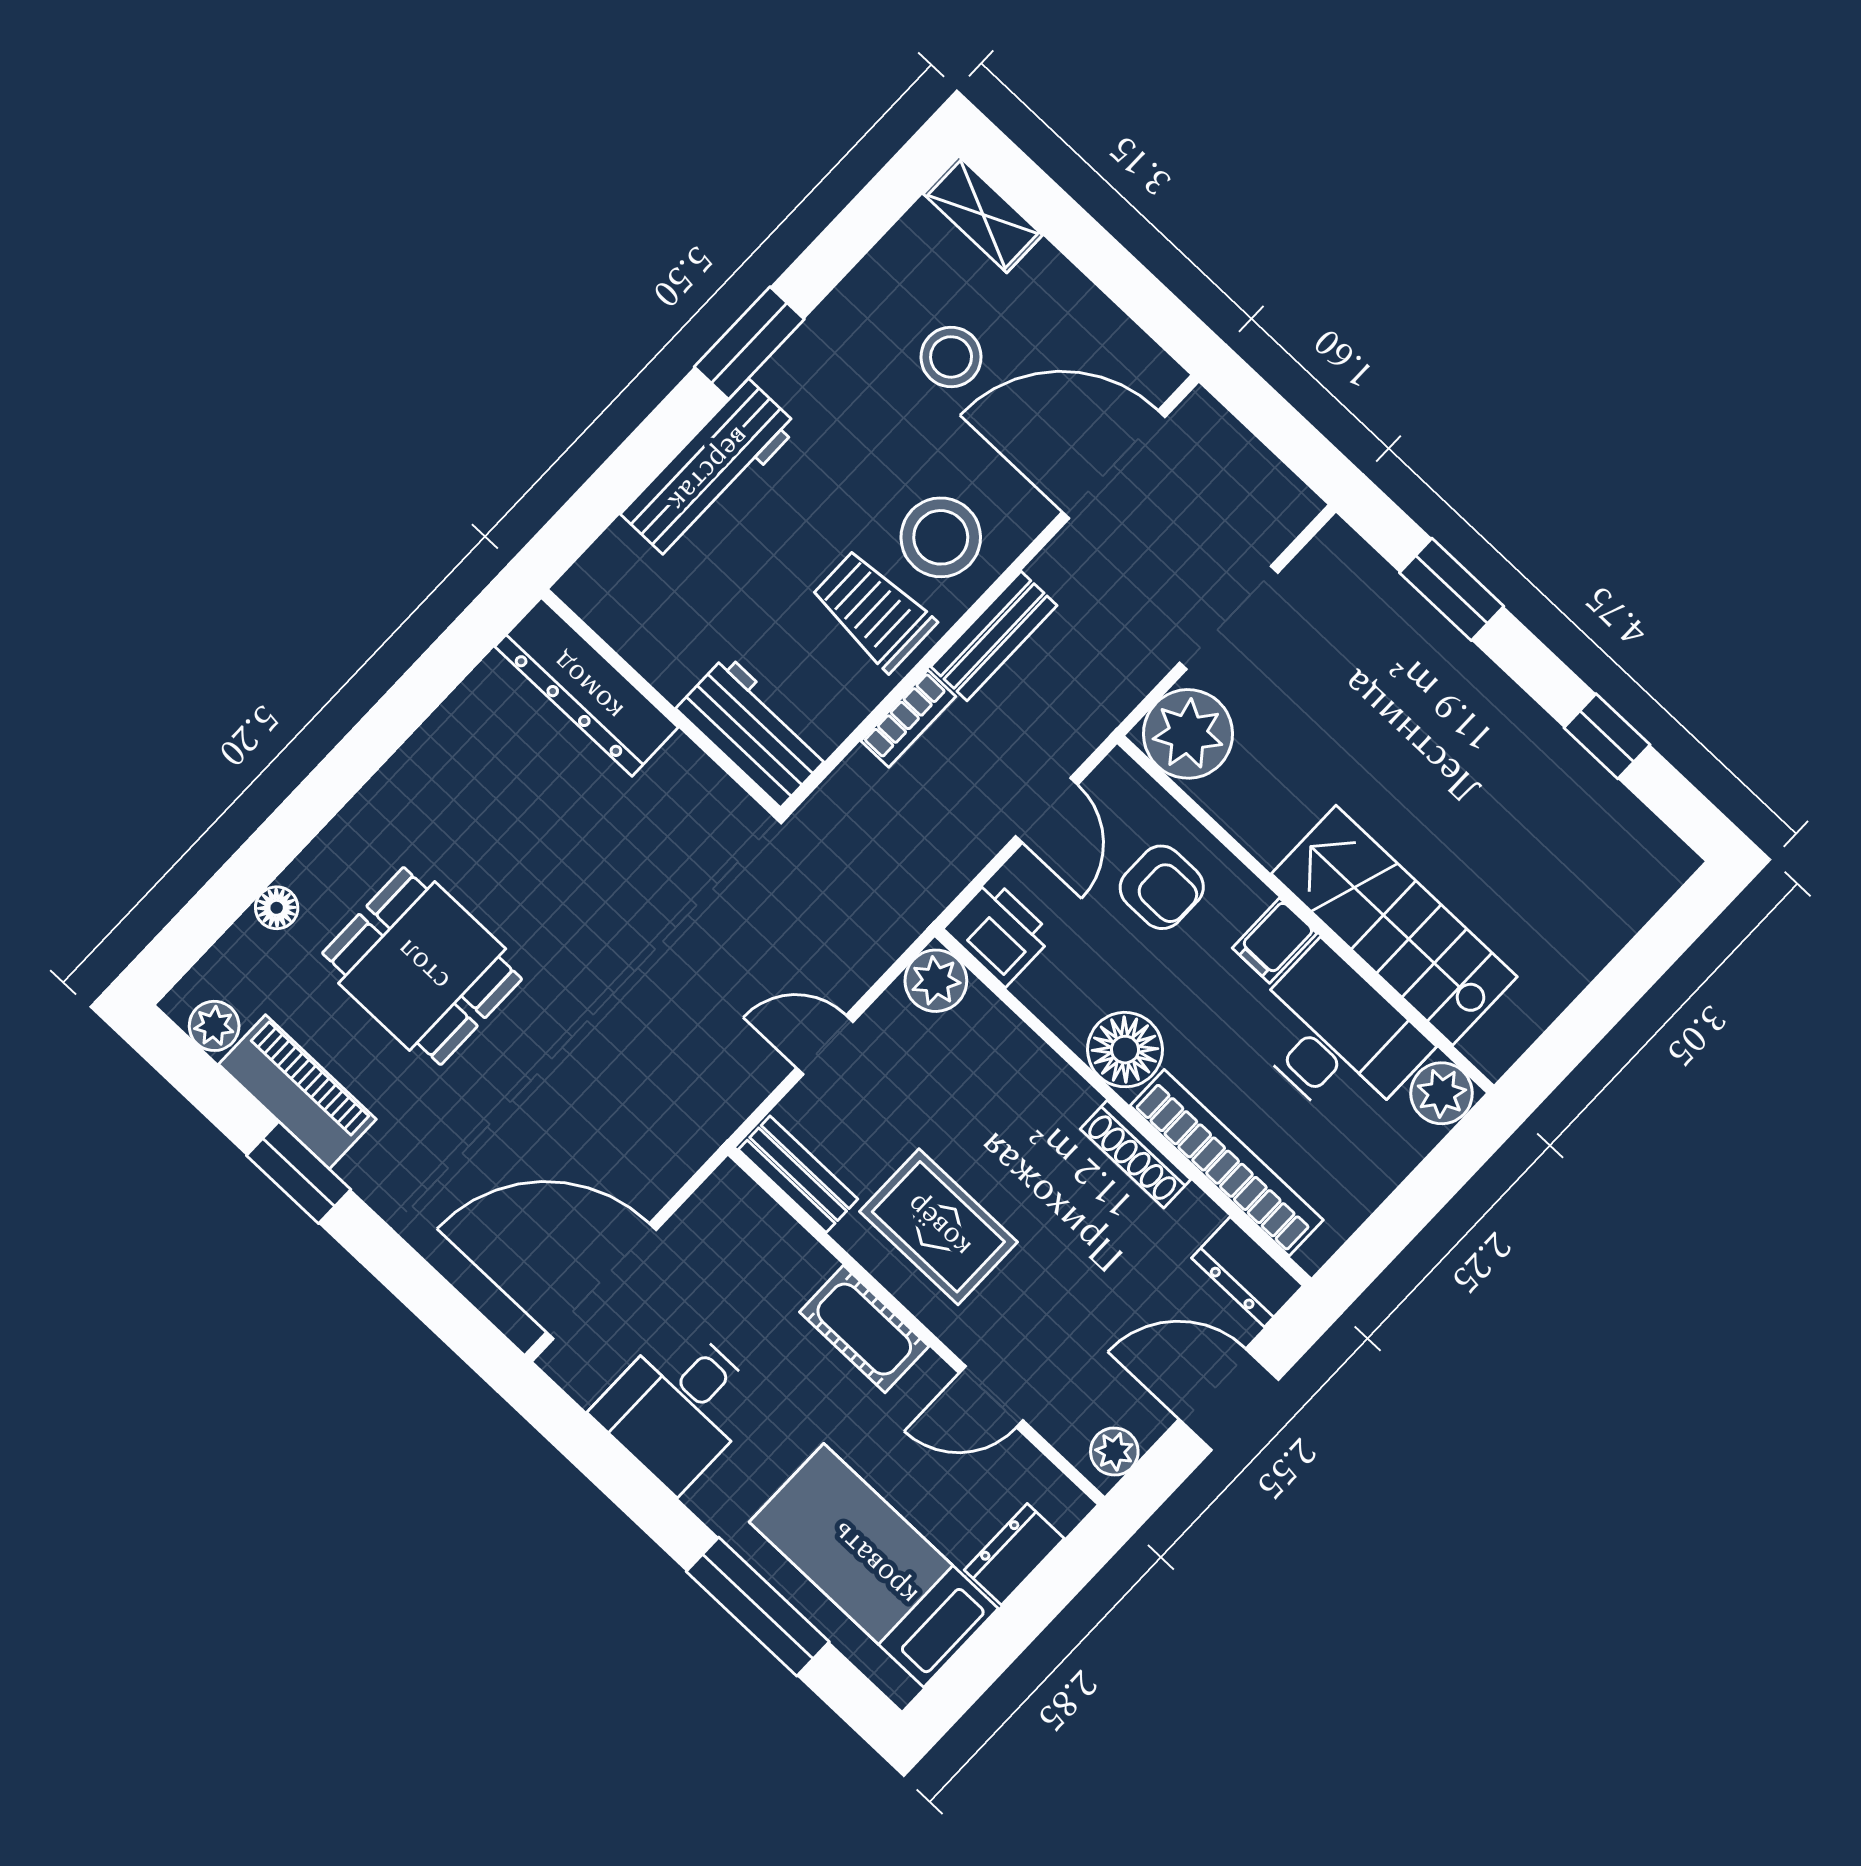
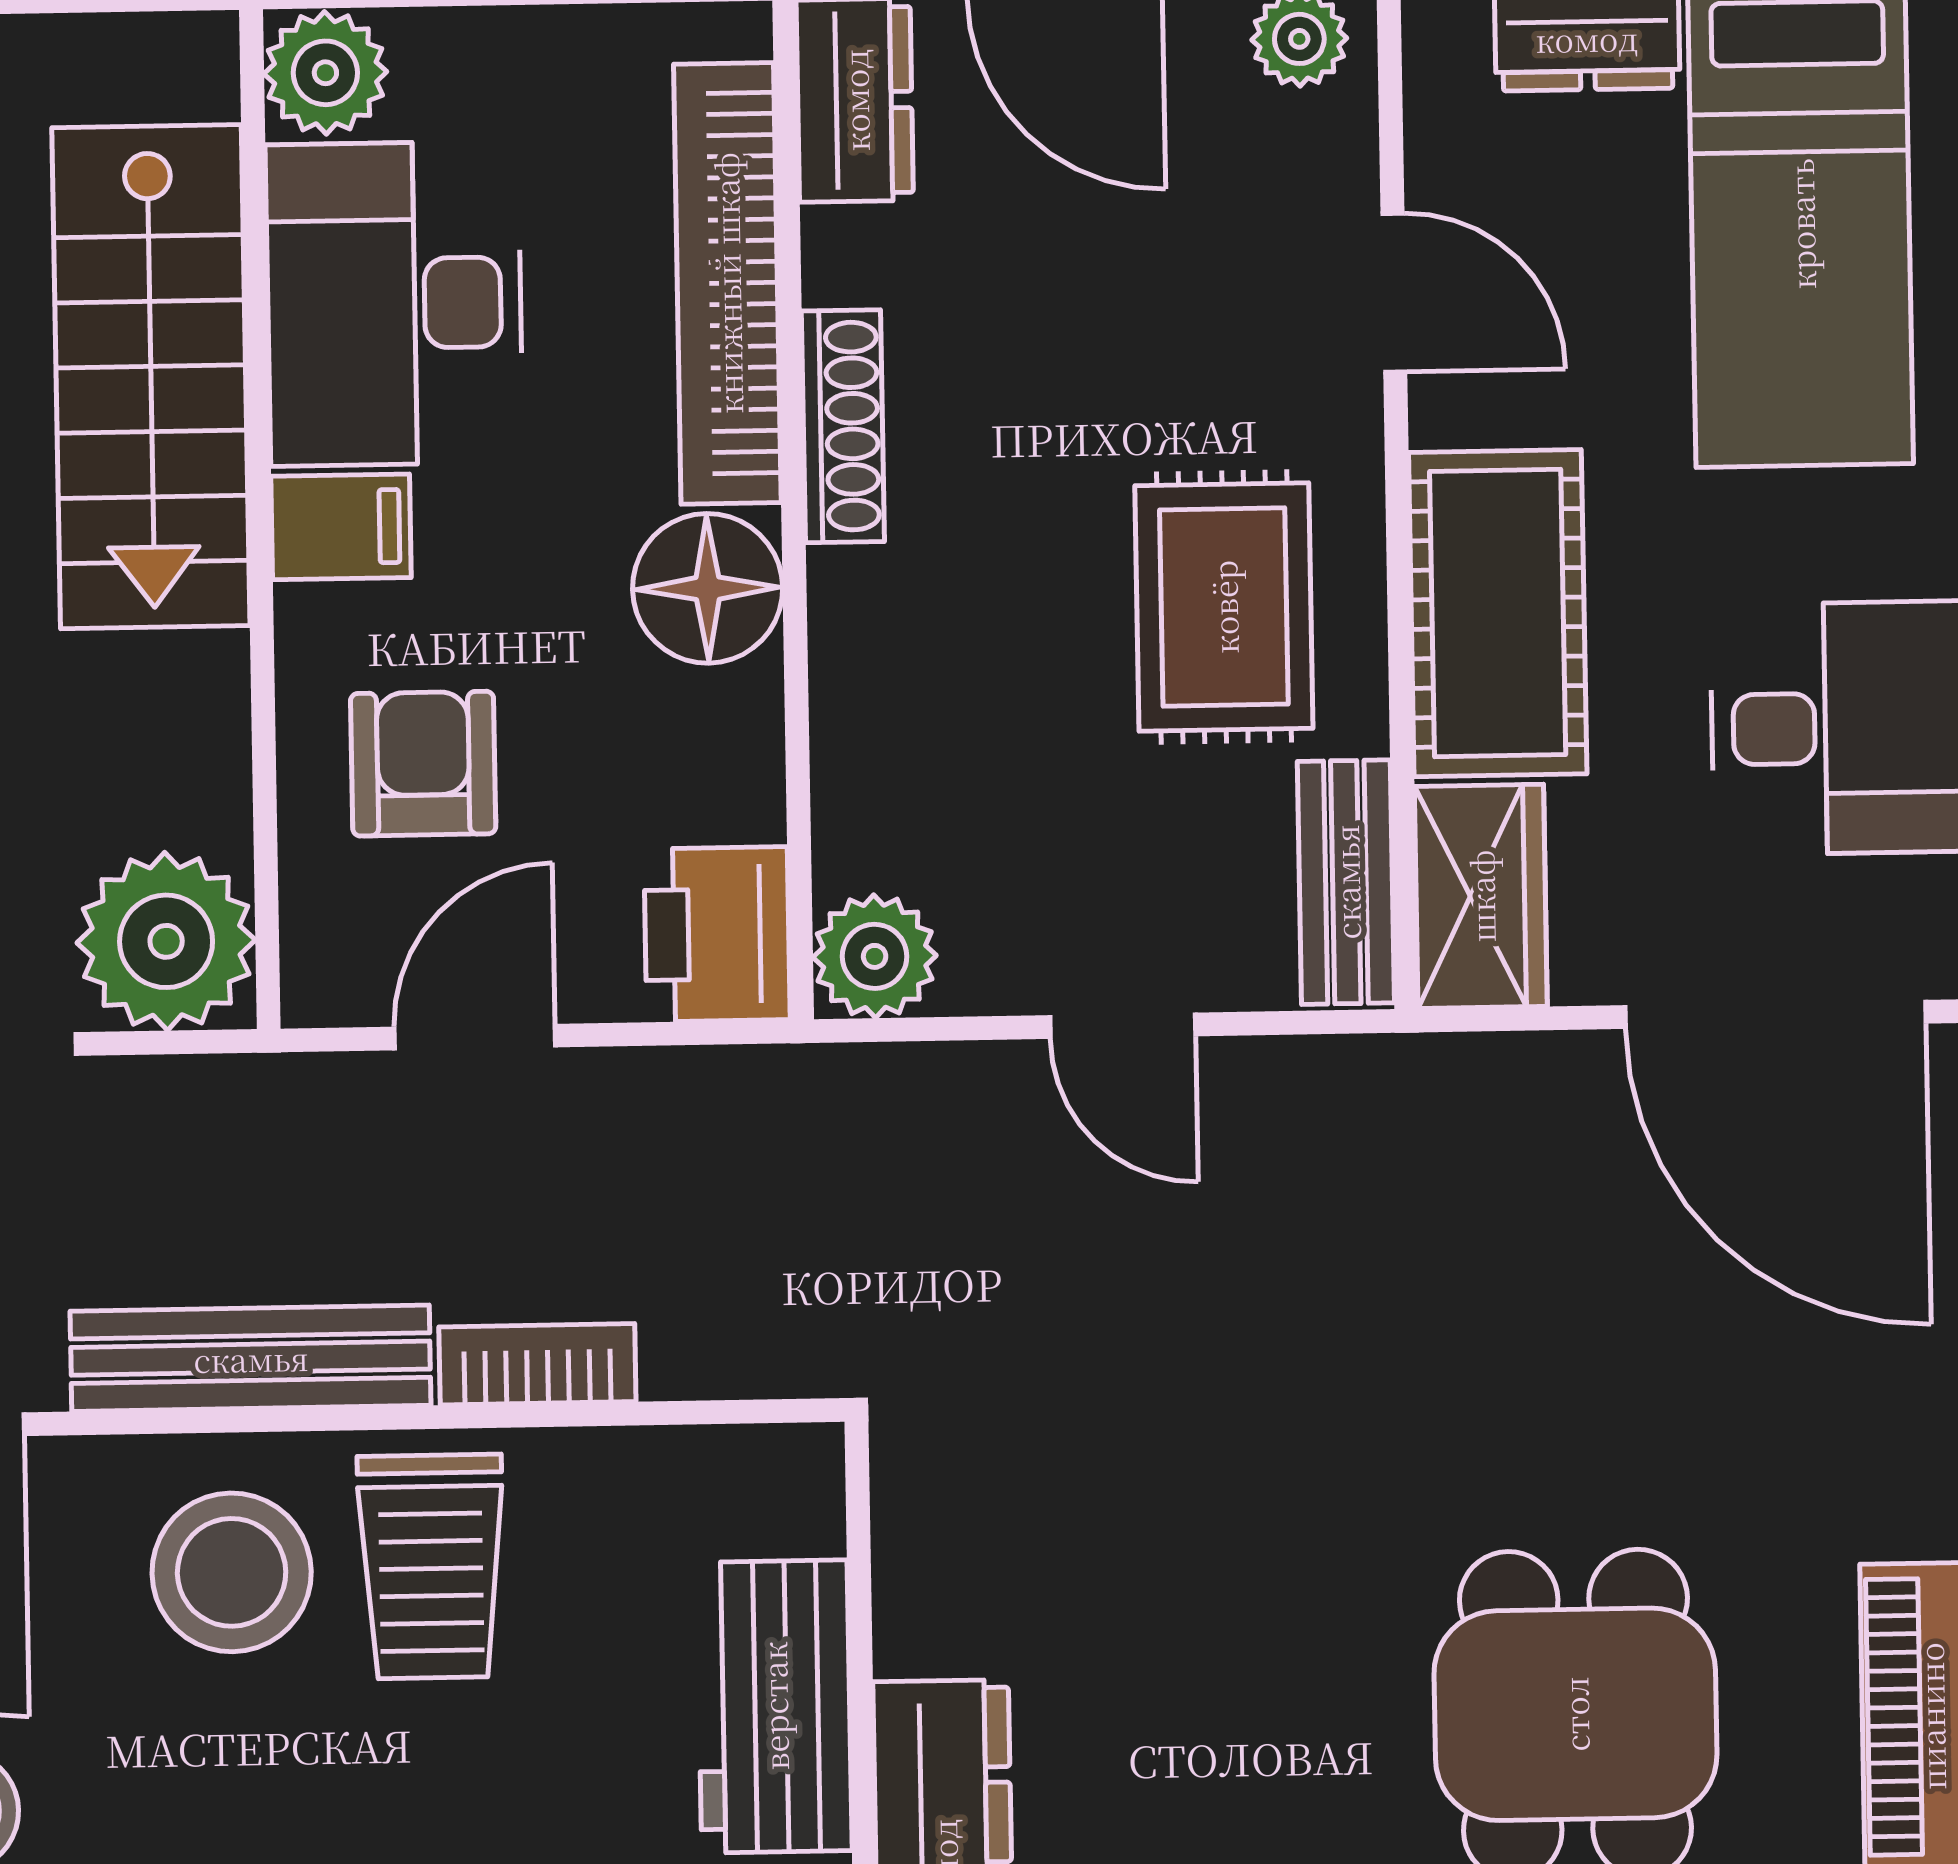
bench: (994, 636) -> (251, 1358), width x1.36
workbench: (754, 731) -> (774, 1706), moved
wardrobe: (746, 1217) -> (1481, 896), added
cot: (864, 1329) -> (1498, 613), width x1.37, depth x1.34

